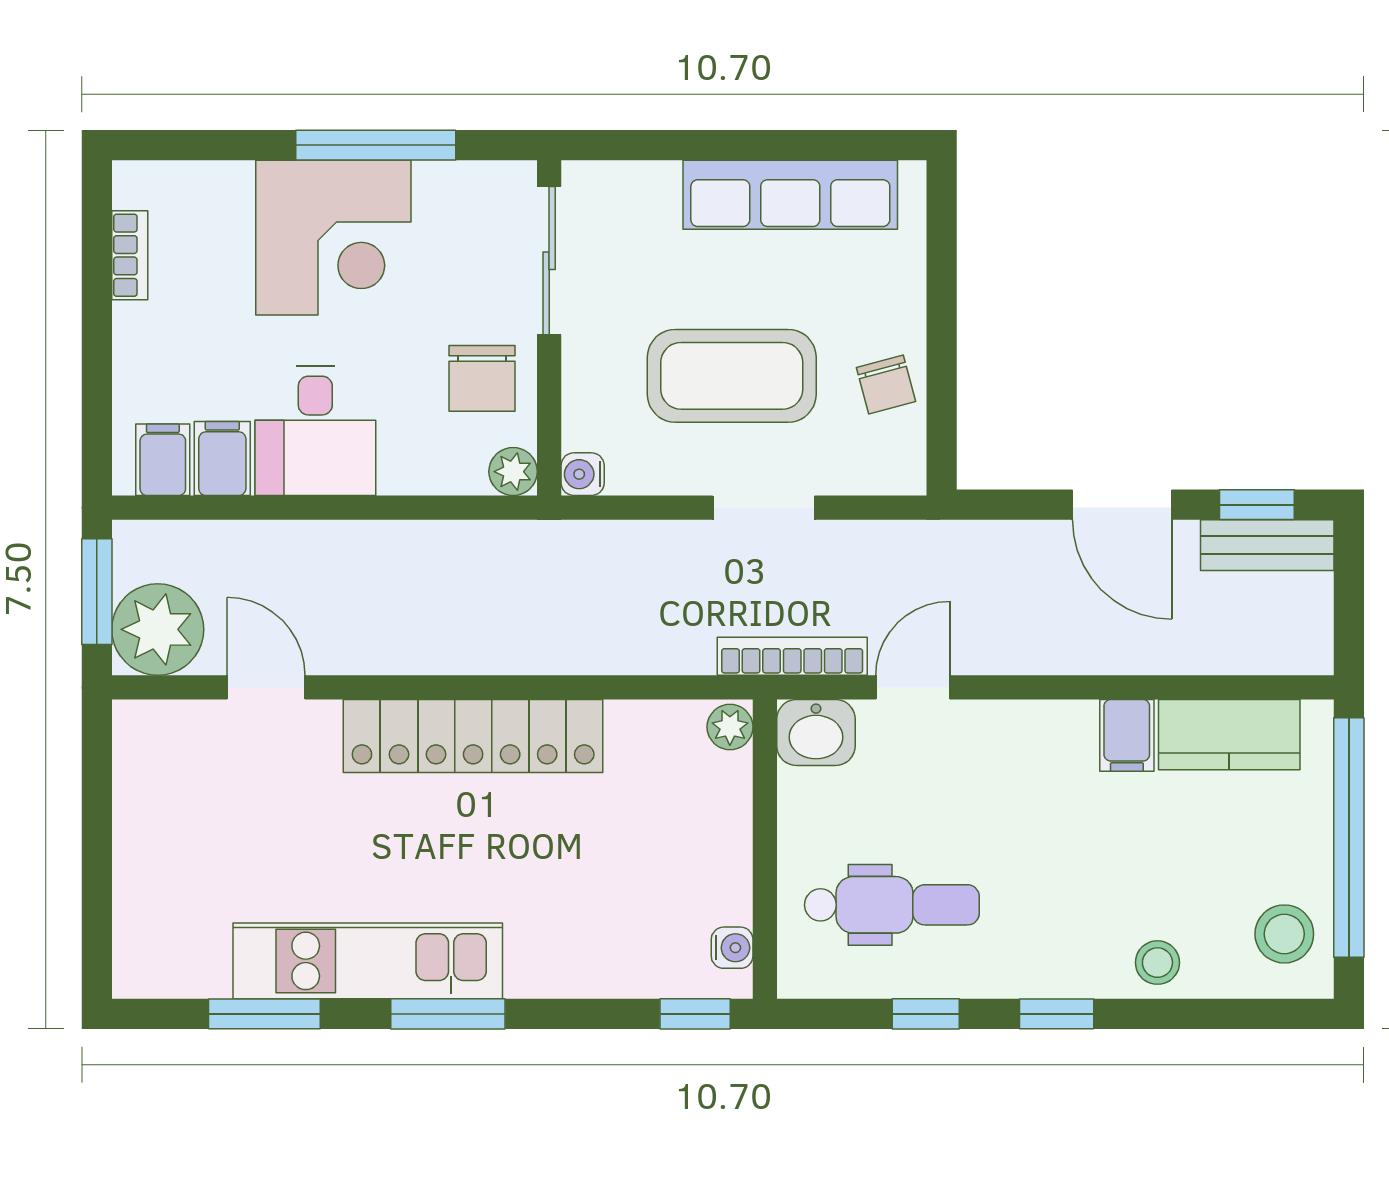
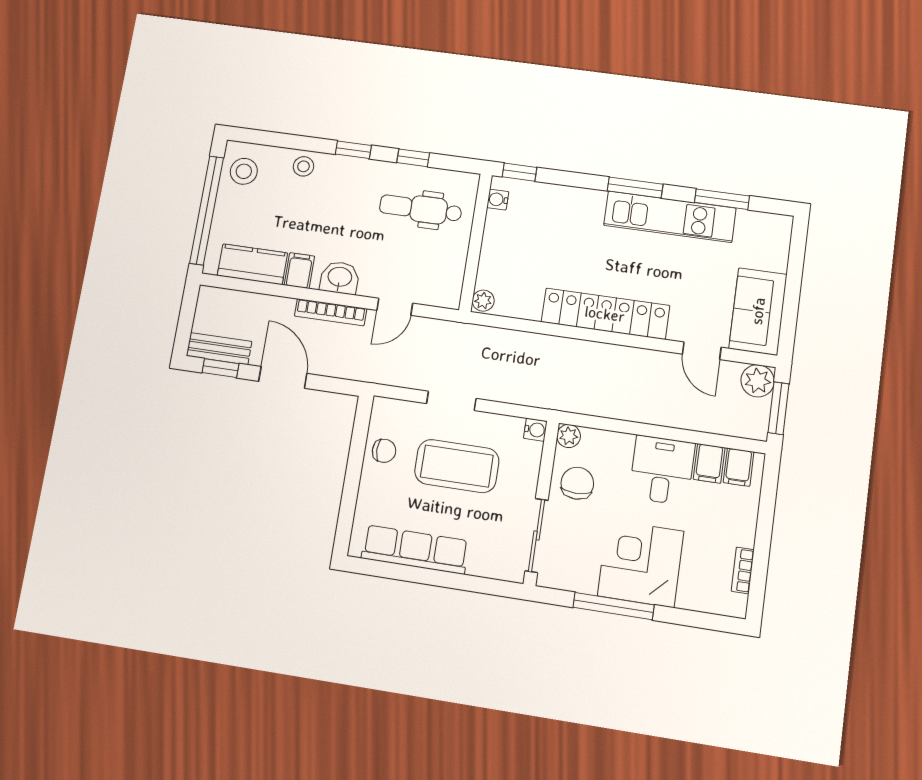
chair: (886, 384) -> (384, 451), turned 105
plant: (158, 629) -> (758, 381), width x0.73, depth x0.73
bookcase: (792, 656) -> (331, 312), moved
washbasin: (816, 732) -> (340, 278), moved
sofa: (162, 786) -> (758, 311), added

